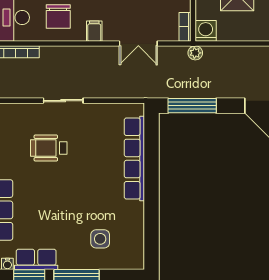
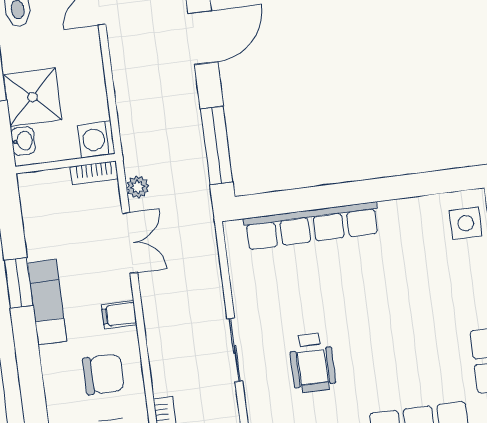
plant: (195, 53) -> (138, 187), moved
side table: (100, 239) -> (466, 223), moved

